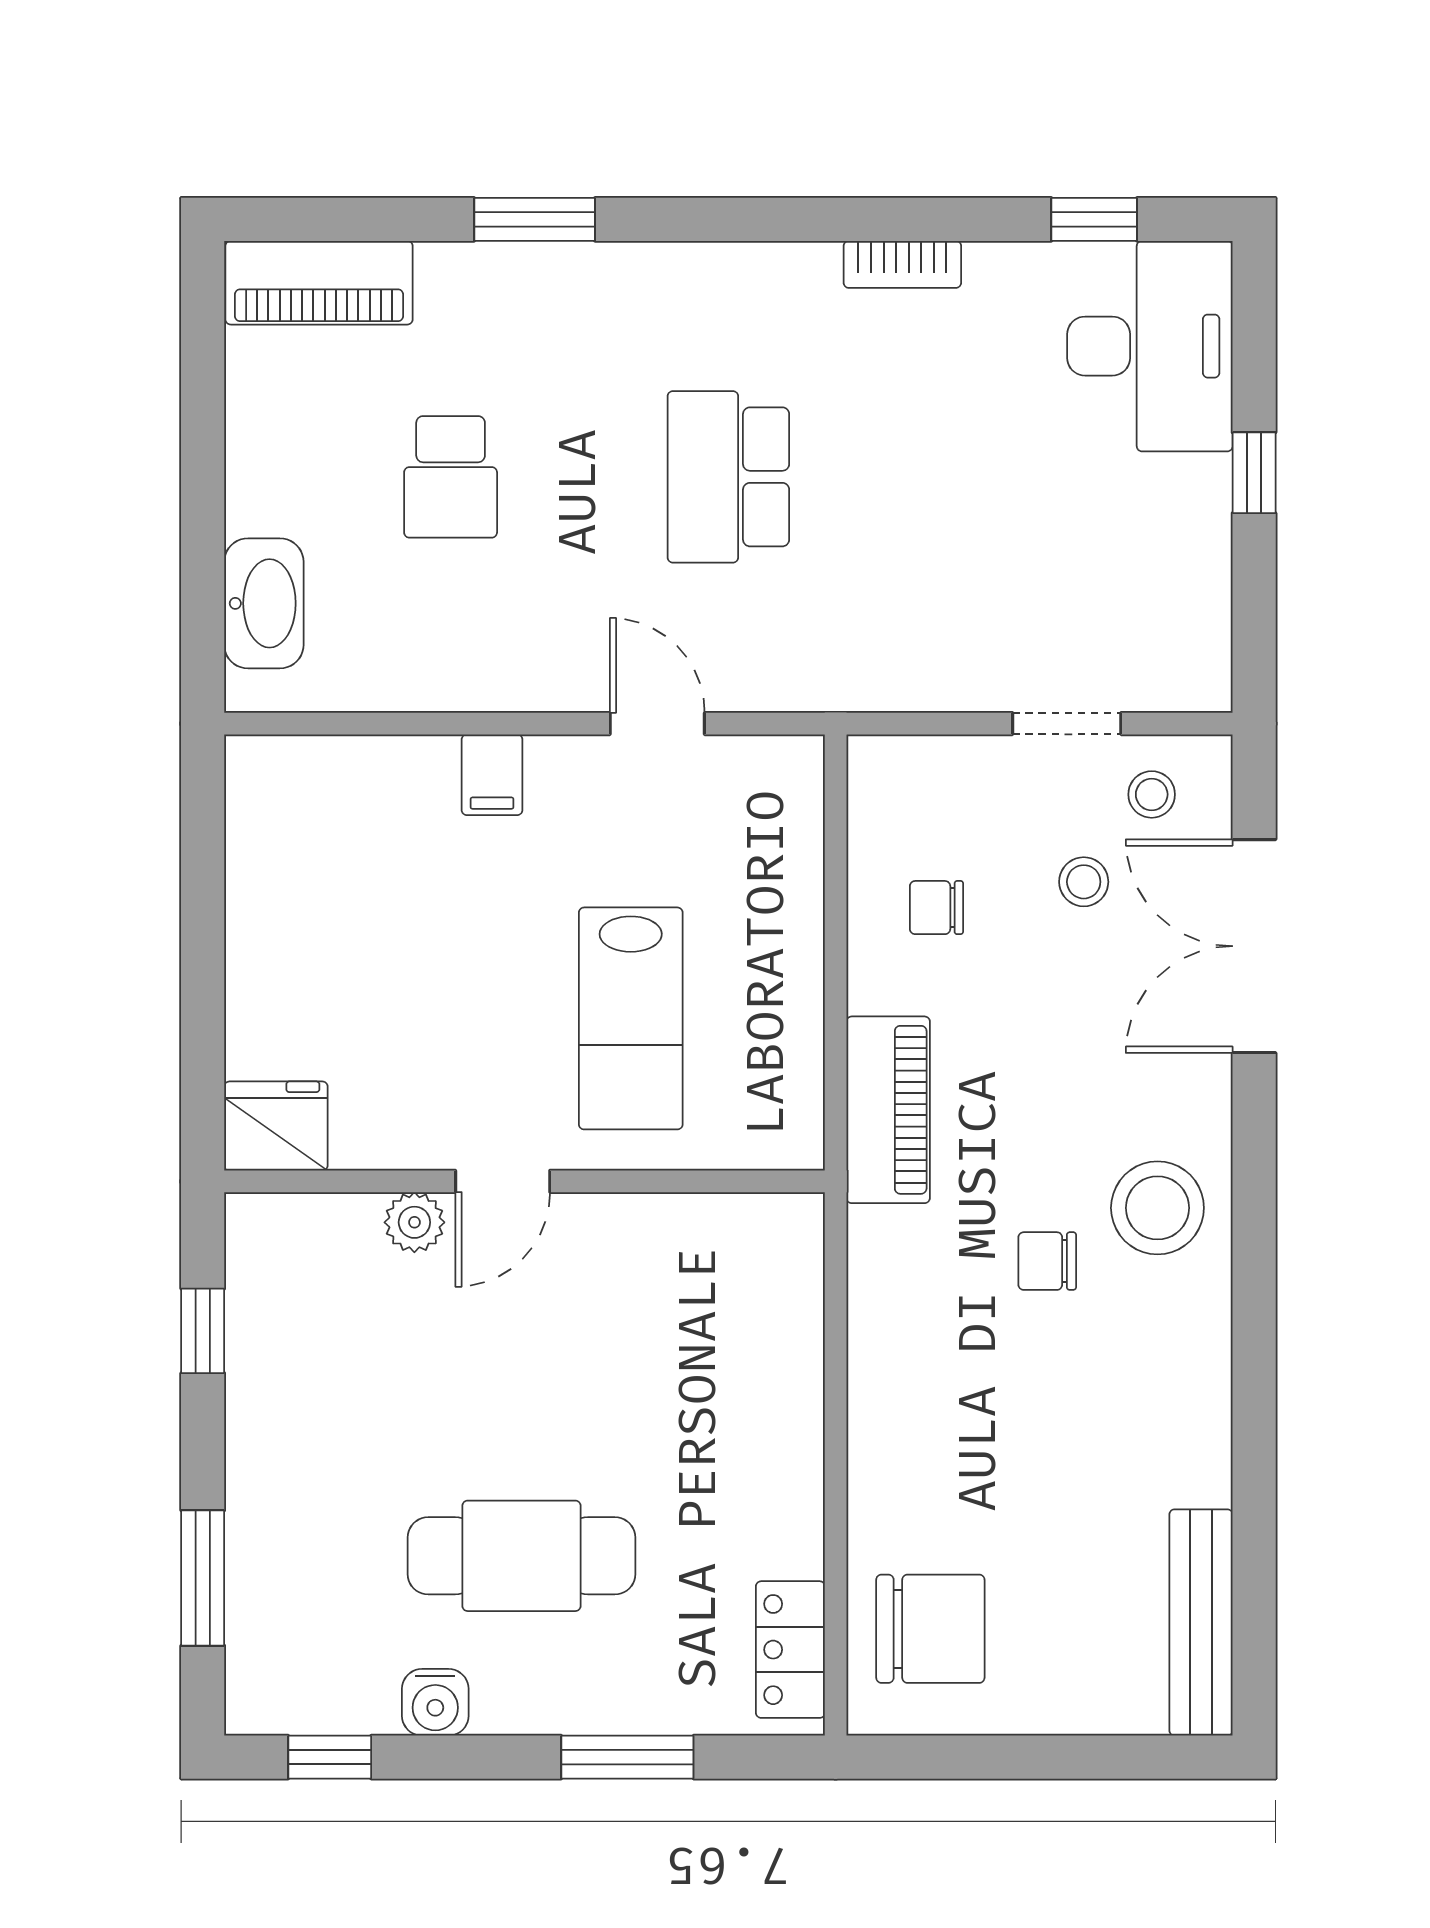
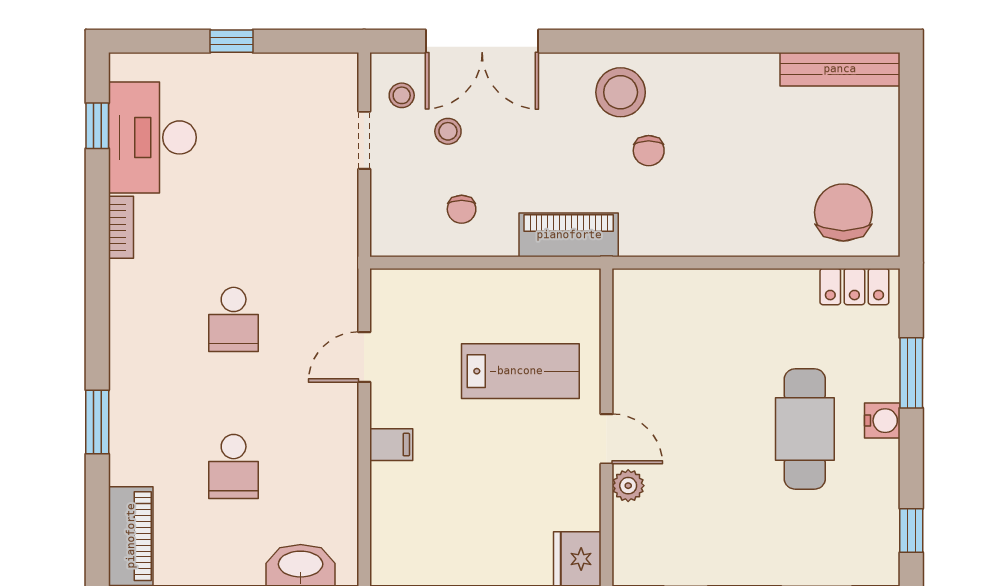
desk: (1150, 346) -> (152, 137), moved, turned -90
school desk: (451, 477) -> (234, 467), turned 90
school desk: (728, 477) -> (234, 319), width x0.54
water cooler: (435, 1702) -> (882, 421), moved

